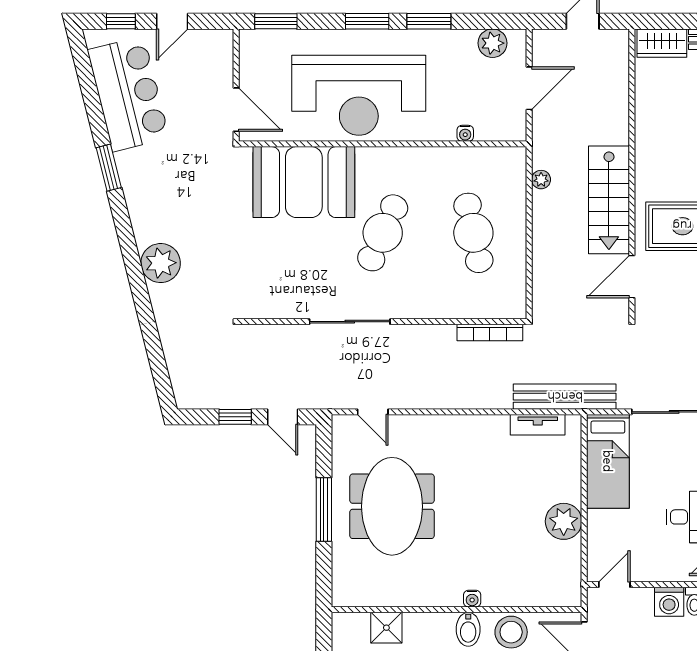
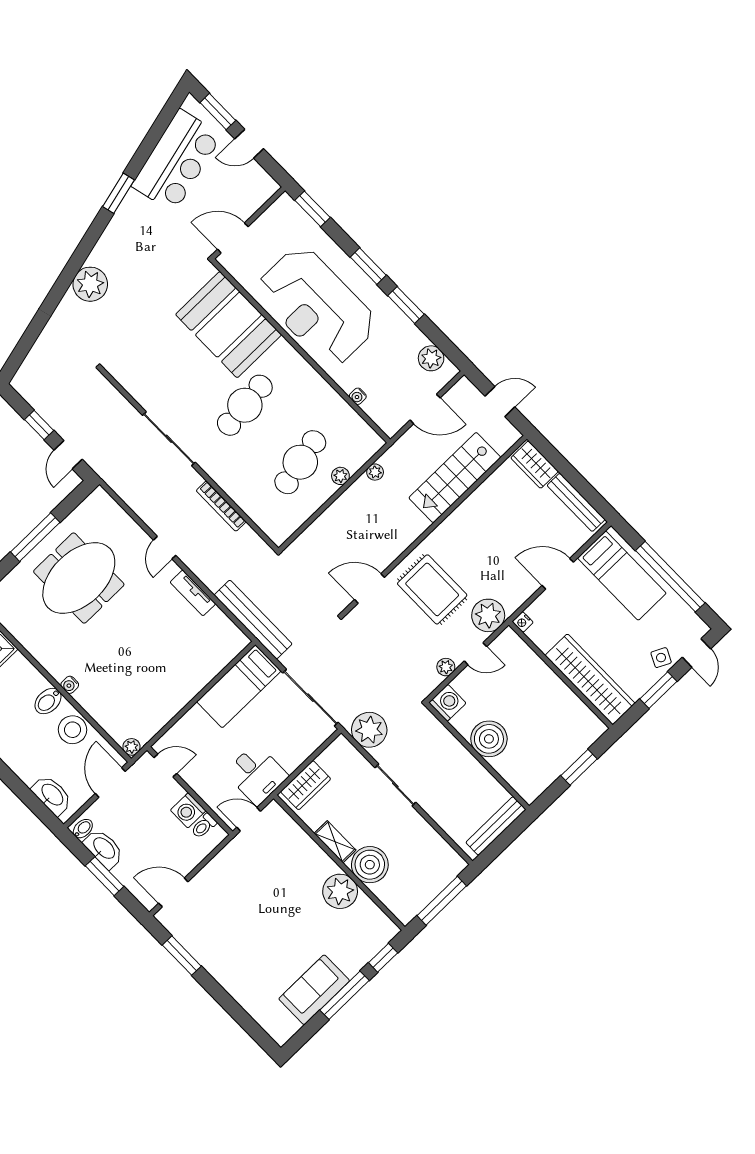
window: (121, 21) -> (218, 111), width x1.50
door: (236, 110) -> (233, 238), swing flipped
stairs: (609, 200) -> (455, 478), moved
plant: (517, 211) -> (340, 476), added
cafe table: (383, 233) -> (245, 405), turned -30
bookcase: (490, 333) -> (221, 506), moved
door: (373, 412) -> (165, 548), moved
tv unit: (538, 425) -> (193, 593), moved
plant: (564, 521) -> (131, 747), moved, width x0.53, depth x0.53

